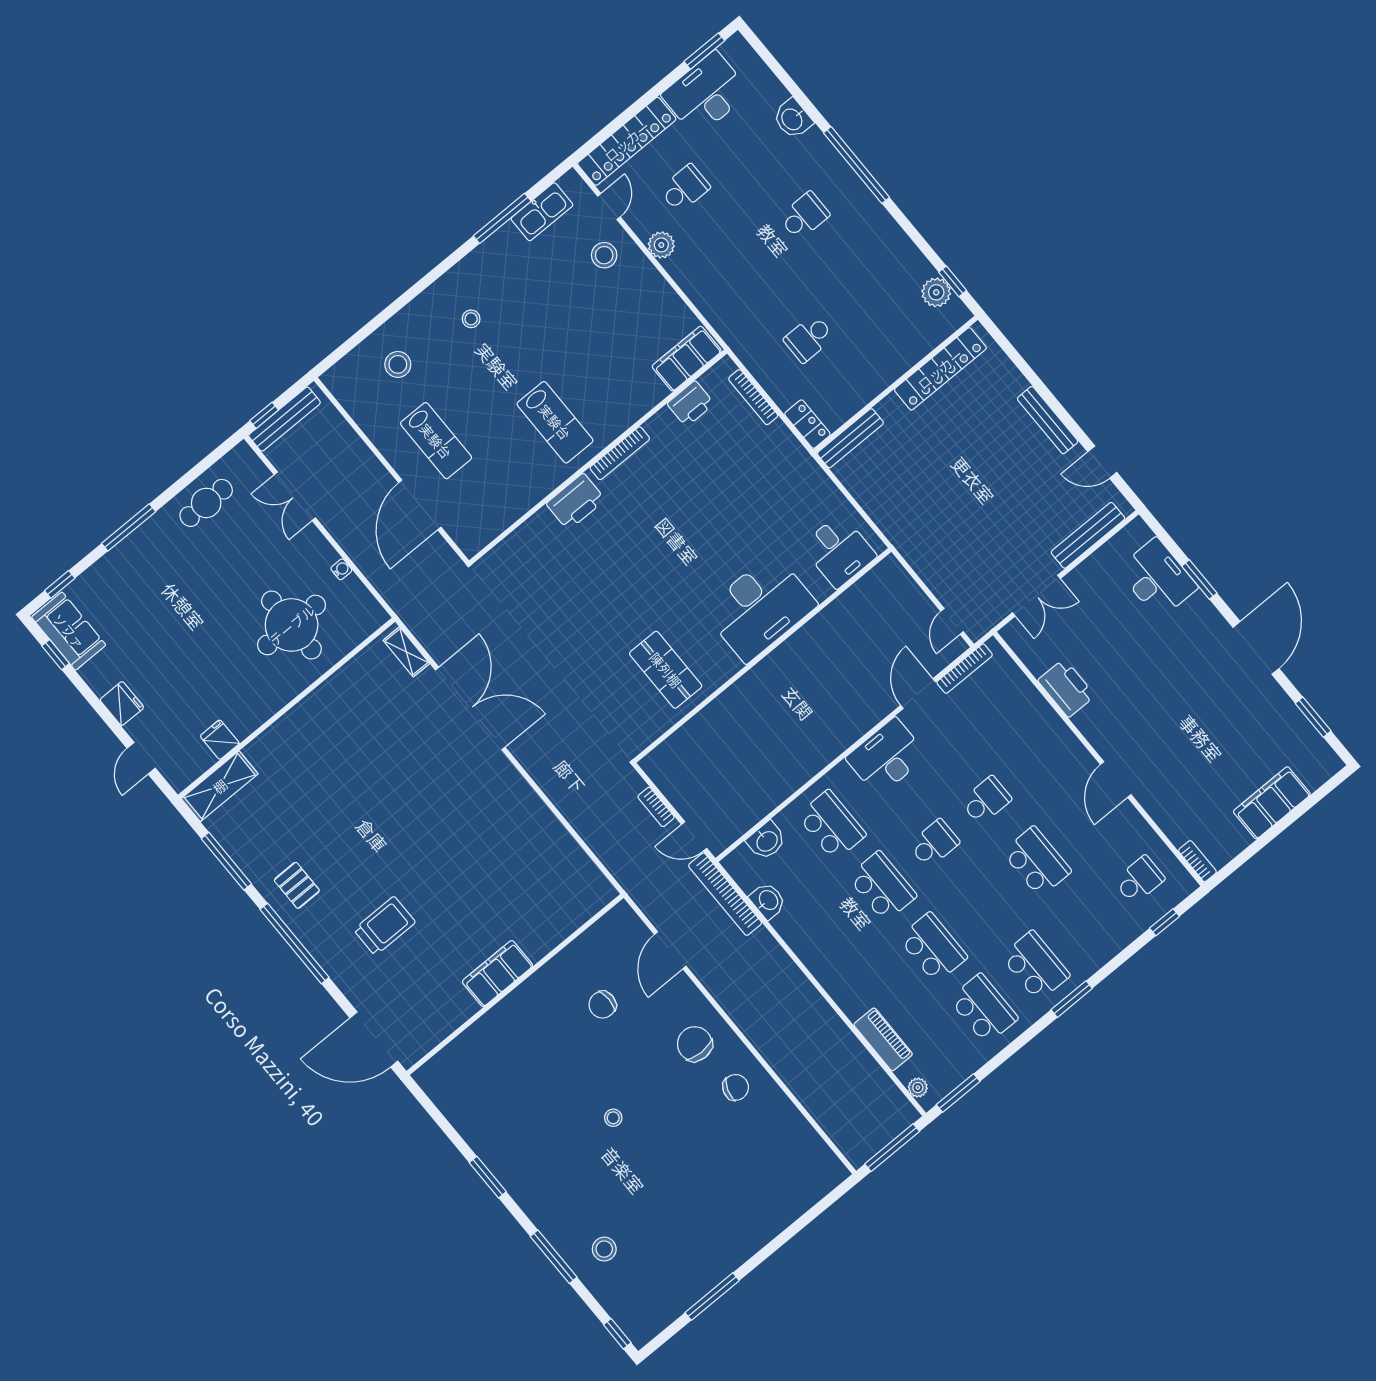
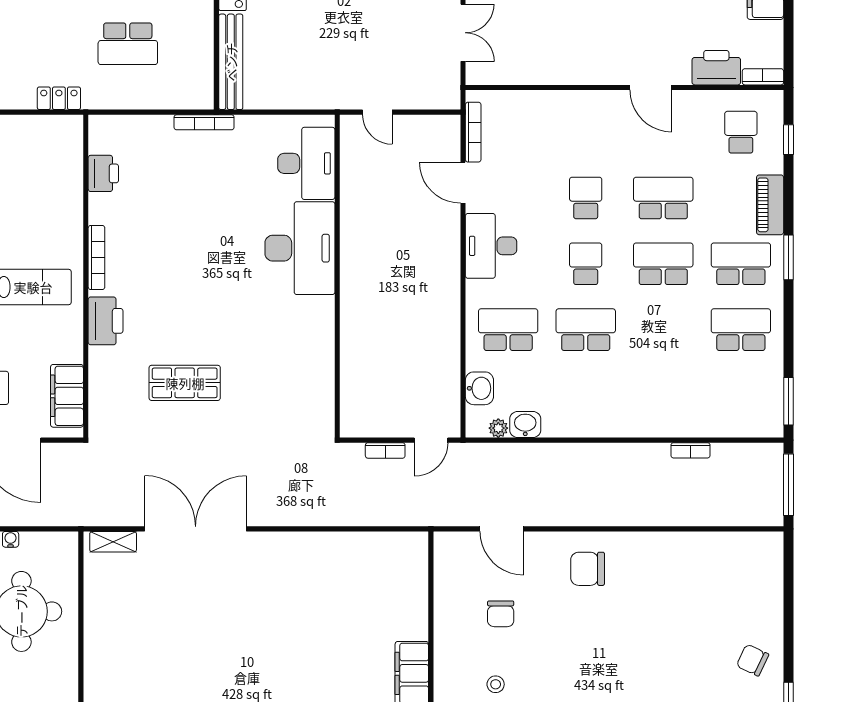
school desk: (809, 338) -> (128, 44), width x1.85
filing cabinet: (687, 359) -> (67, 396), moved
bookcase: (753, 397) -> (204, 122), moved
locker: (807, 424) -> (59, 98), moved
bench: (850, 438) -> (231, 62), width x1.37, depth x1.21
desk: (839, 551) -> (306, 163), width x1.37
door: (952, 621) -> (377, 112), moved
shop shelf: (666, 670) -> (185, 383), moved
printer: (1066, 688) -> (716, 68), moved
bookcase: (725, 894) -> (690, 450), moved, width x0.43, depth x0.76
school desk: (933, 948) -> (663, 264), moved
piano: (883, 1039) -> (770, 205), moved, turned -90
chair: (736, 1087) -> (753, 660), moved, turned -83
plant: (918, 1088) -> (498, 428), moved
stool: (613, 1118) -> (496, 684), moved

